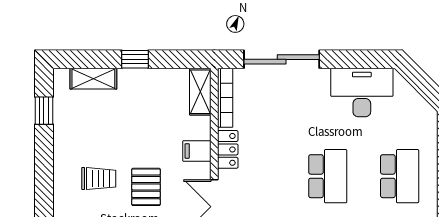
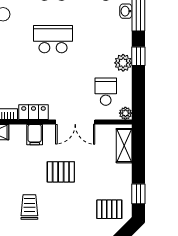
trolley: (99, 179) -> (29, 207), moved

